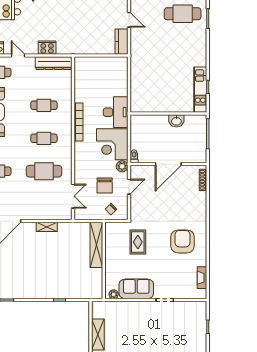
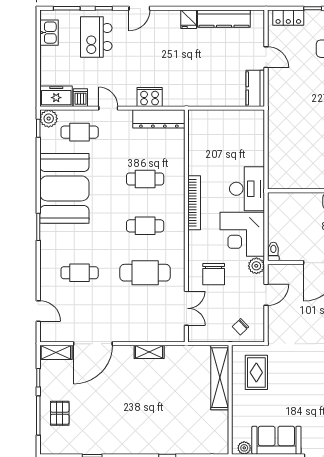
chair: (105, 185) -> (214, 274), moved
rug: (138, 242) -> (256, 372), moved

